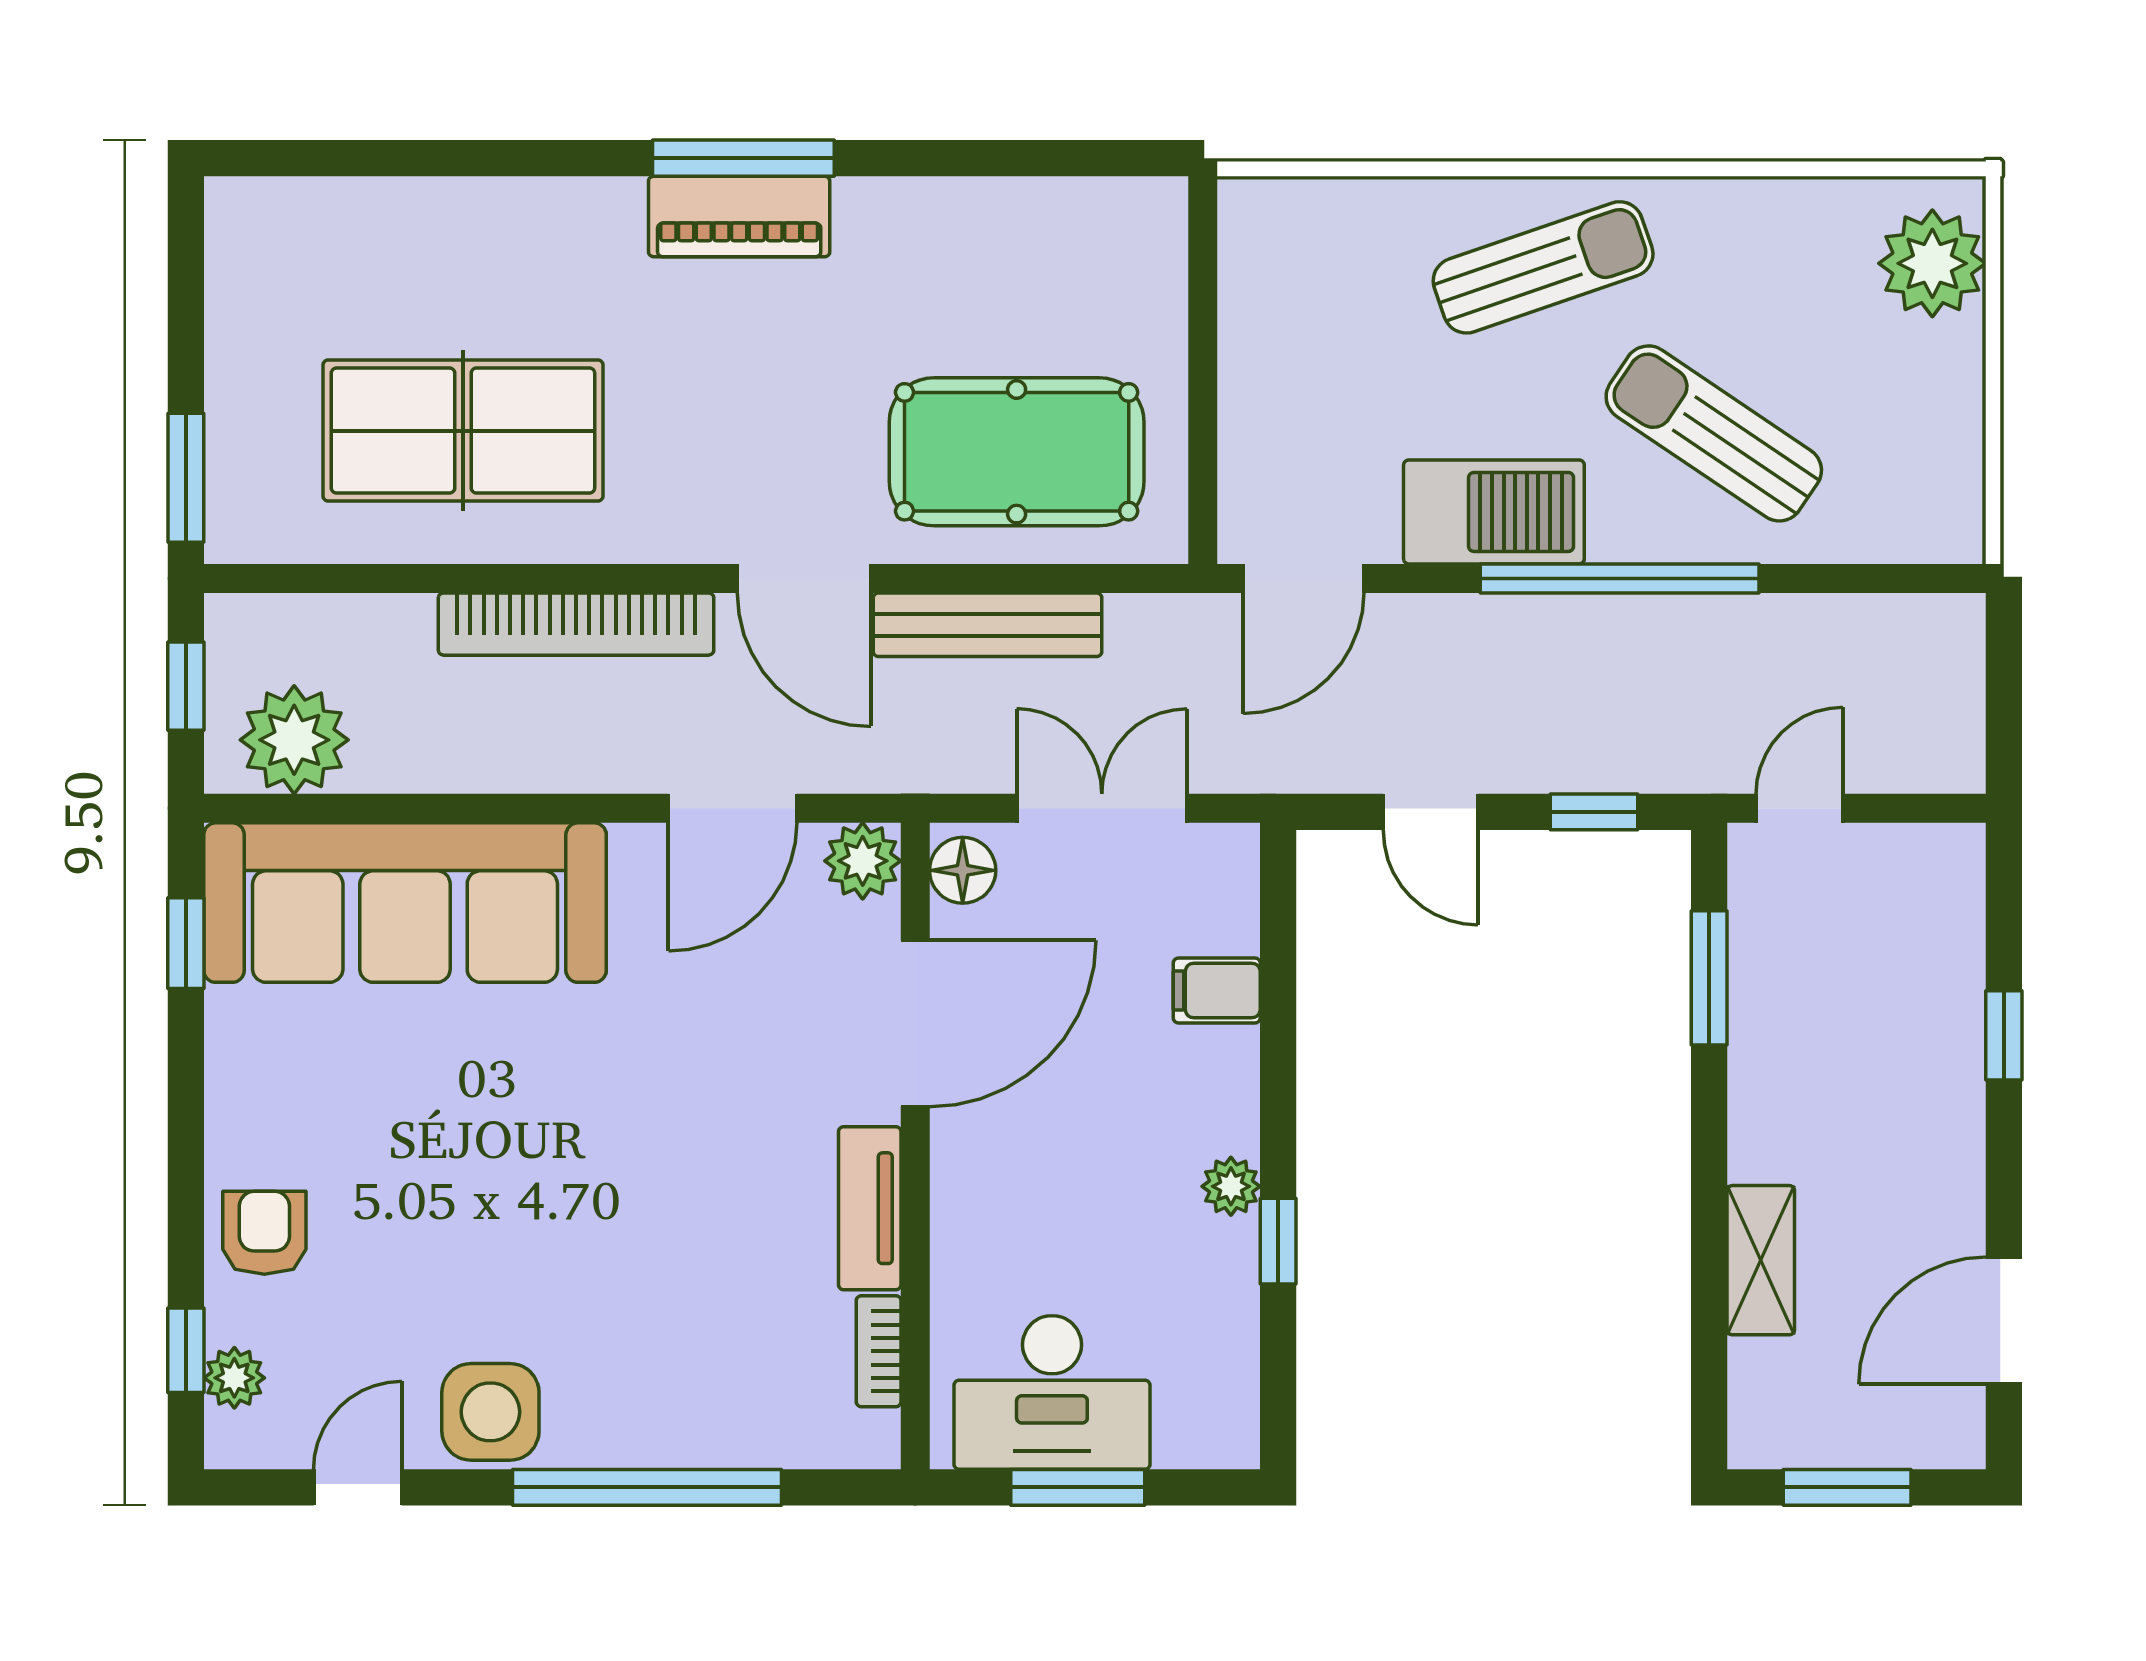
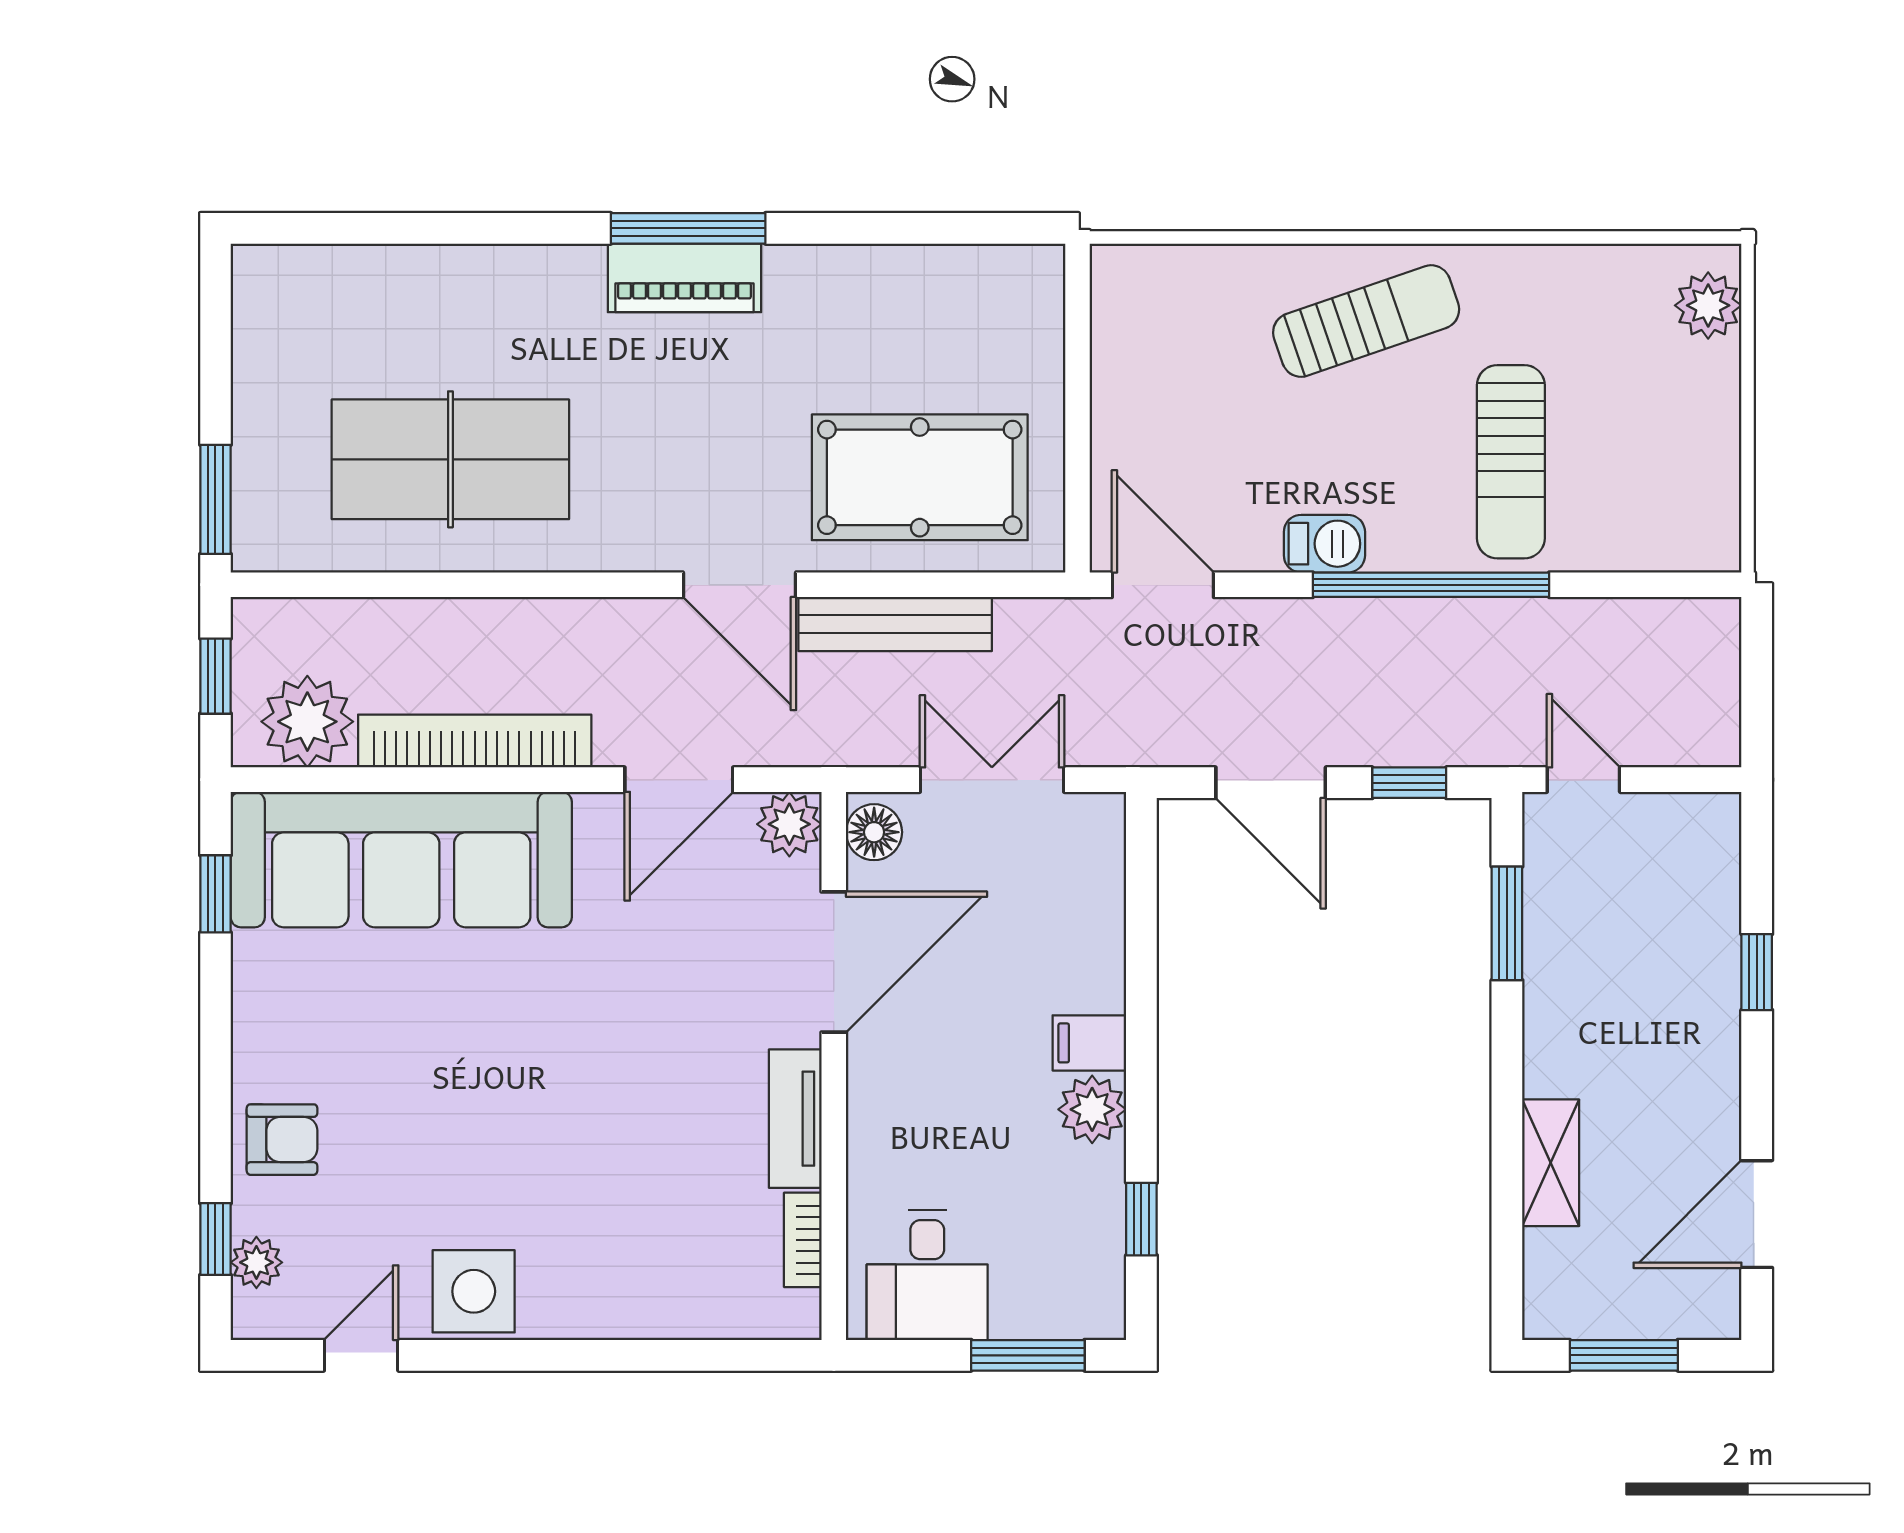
plant: (1932, 263) -> (1708, 305), width x0.73, depth x0.73
sun lounger: (1714, 433) -> (1511, 462), turned -124
barbecue: (1494, 512) -> (1324, 544), width x0.53, depth x0.65
door: (1303, 578) -> (1163, 585), swing flipped
bookcase: (576, 624) -> (475, 741), moved, turned 180
door: (1799, 808) -> (1583, 780), hinge flipped
door: (1431, 812) -> (1271, 783), width x1.38
filing cabinet: (1217, 991) -> (1089, 1043), moved
plant: (1231, 1186) -> (1092, 1109), width x1.38, depth x1.38
armchair: (264, 1233) -> (282, 1140), turned 90
window: (1278, 1241) -> (1141, 1219), moved
desk: (1052, 1392) -> (927, 1275), width x0.73
window: (647, 1487) -> (606, 1355), removed
window: (1078, 1487) -> (1028, 1355), moved

